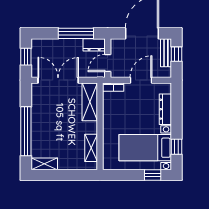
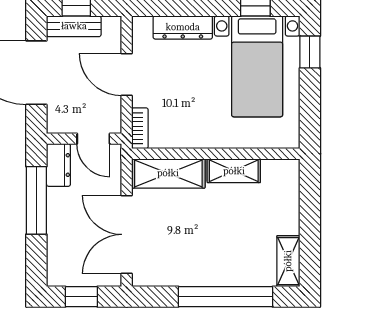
shelving: (91, 148) -> (234, 171), moved

